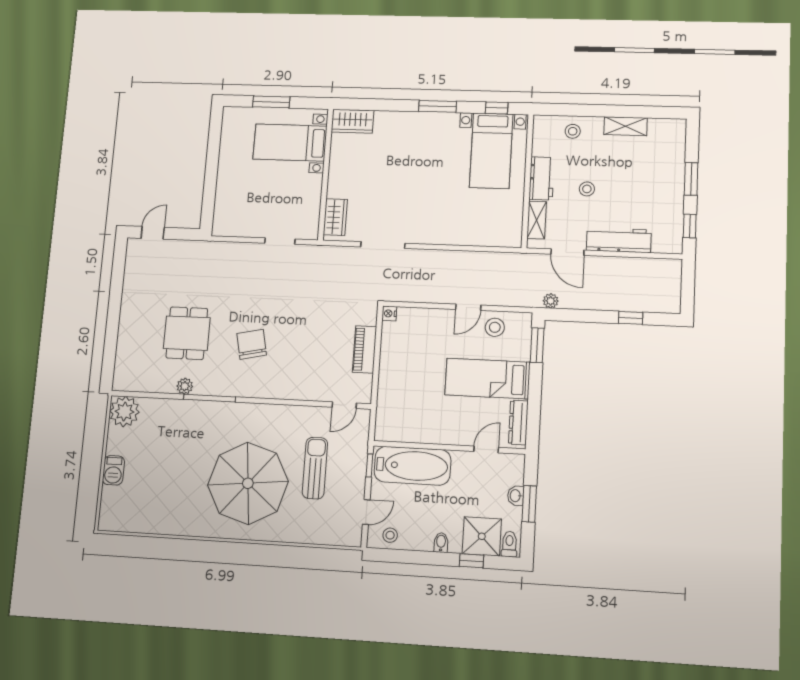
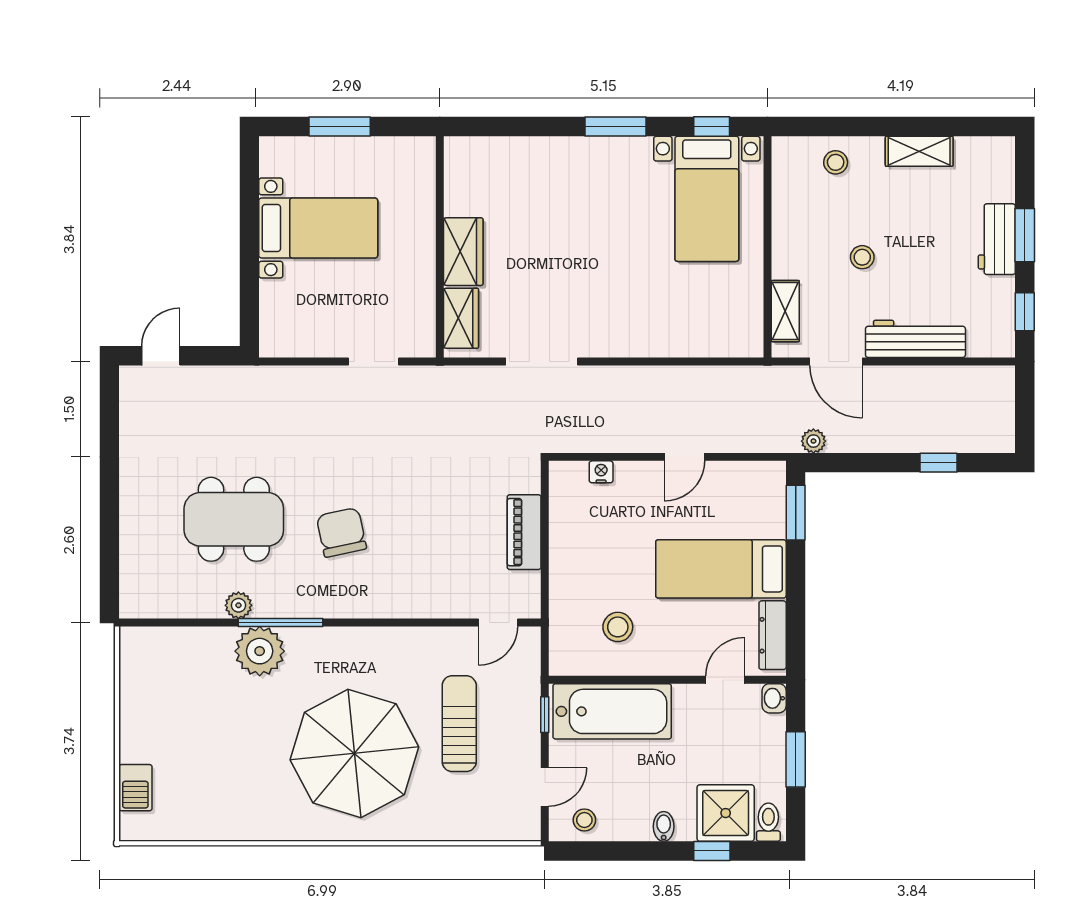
wardrobe: (352, 121) -> (463, 252), moved, turned -90
bed with nightstands: (290, 143) -> (318, 228), moved, turned 180
workbench: (542, 178) -> (997, 239), moved, turned 180
nightstand: (389, 313) -> (601, 472), moved, turned 90
stool: (495, 327) -> (618, 627), moved
dining table: (187, 333) -> (234, 519), width x1.38
plant: (124, 412) -> (260, 651), moved
barbecue: (113, 470) -> (135, 788), moved
washbasin: (516, 496) -> (774, 698), moved

